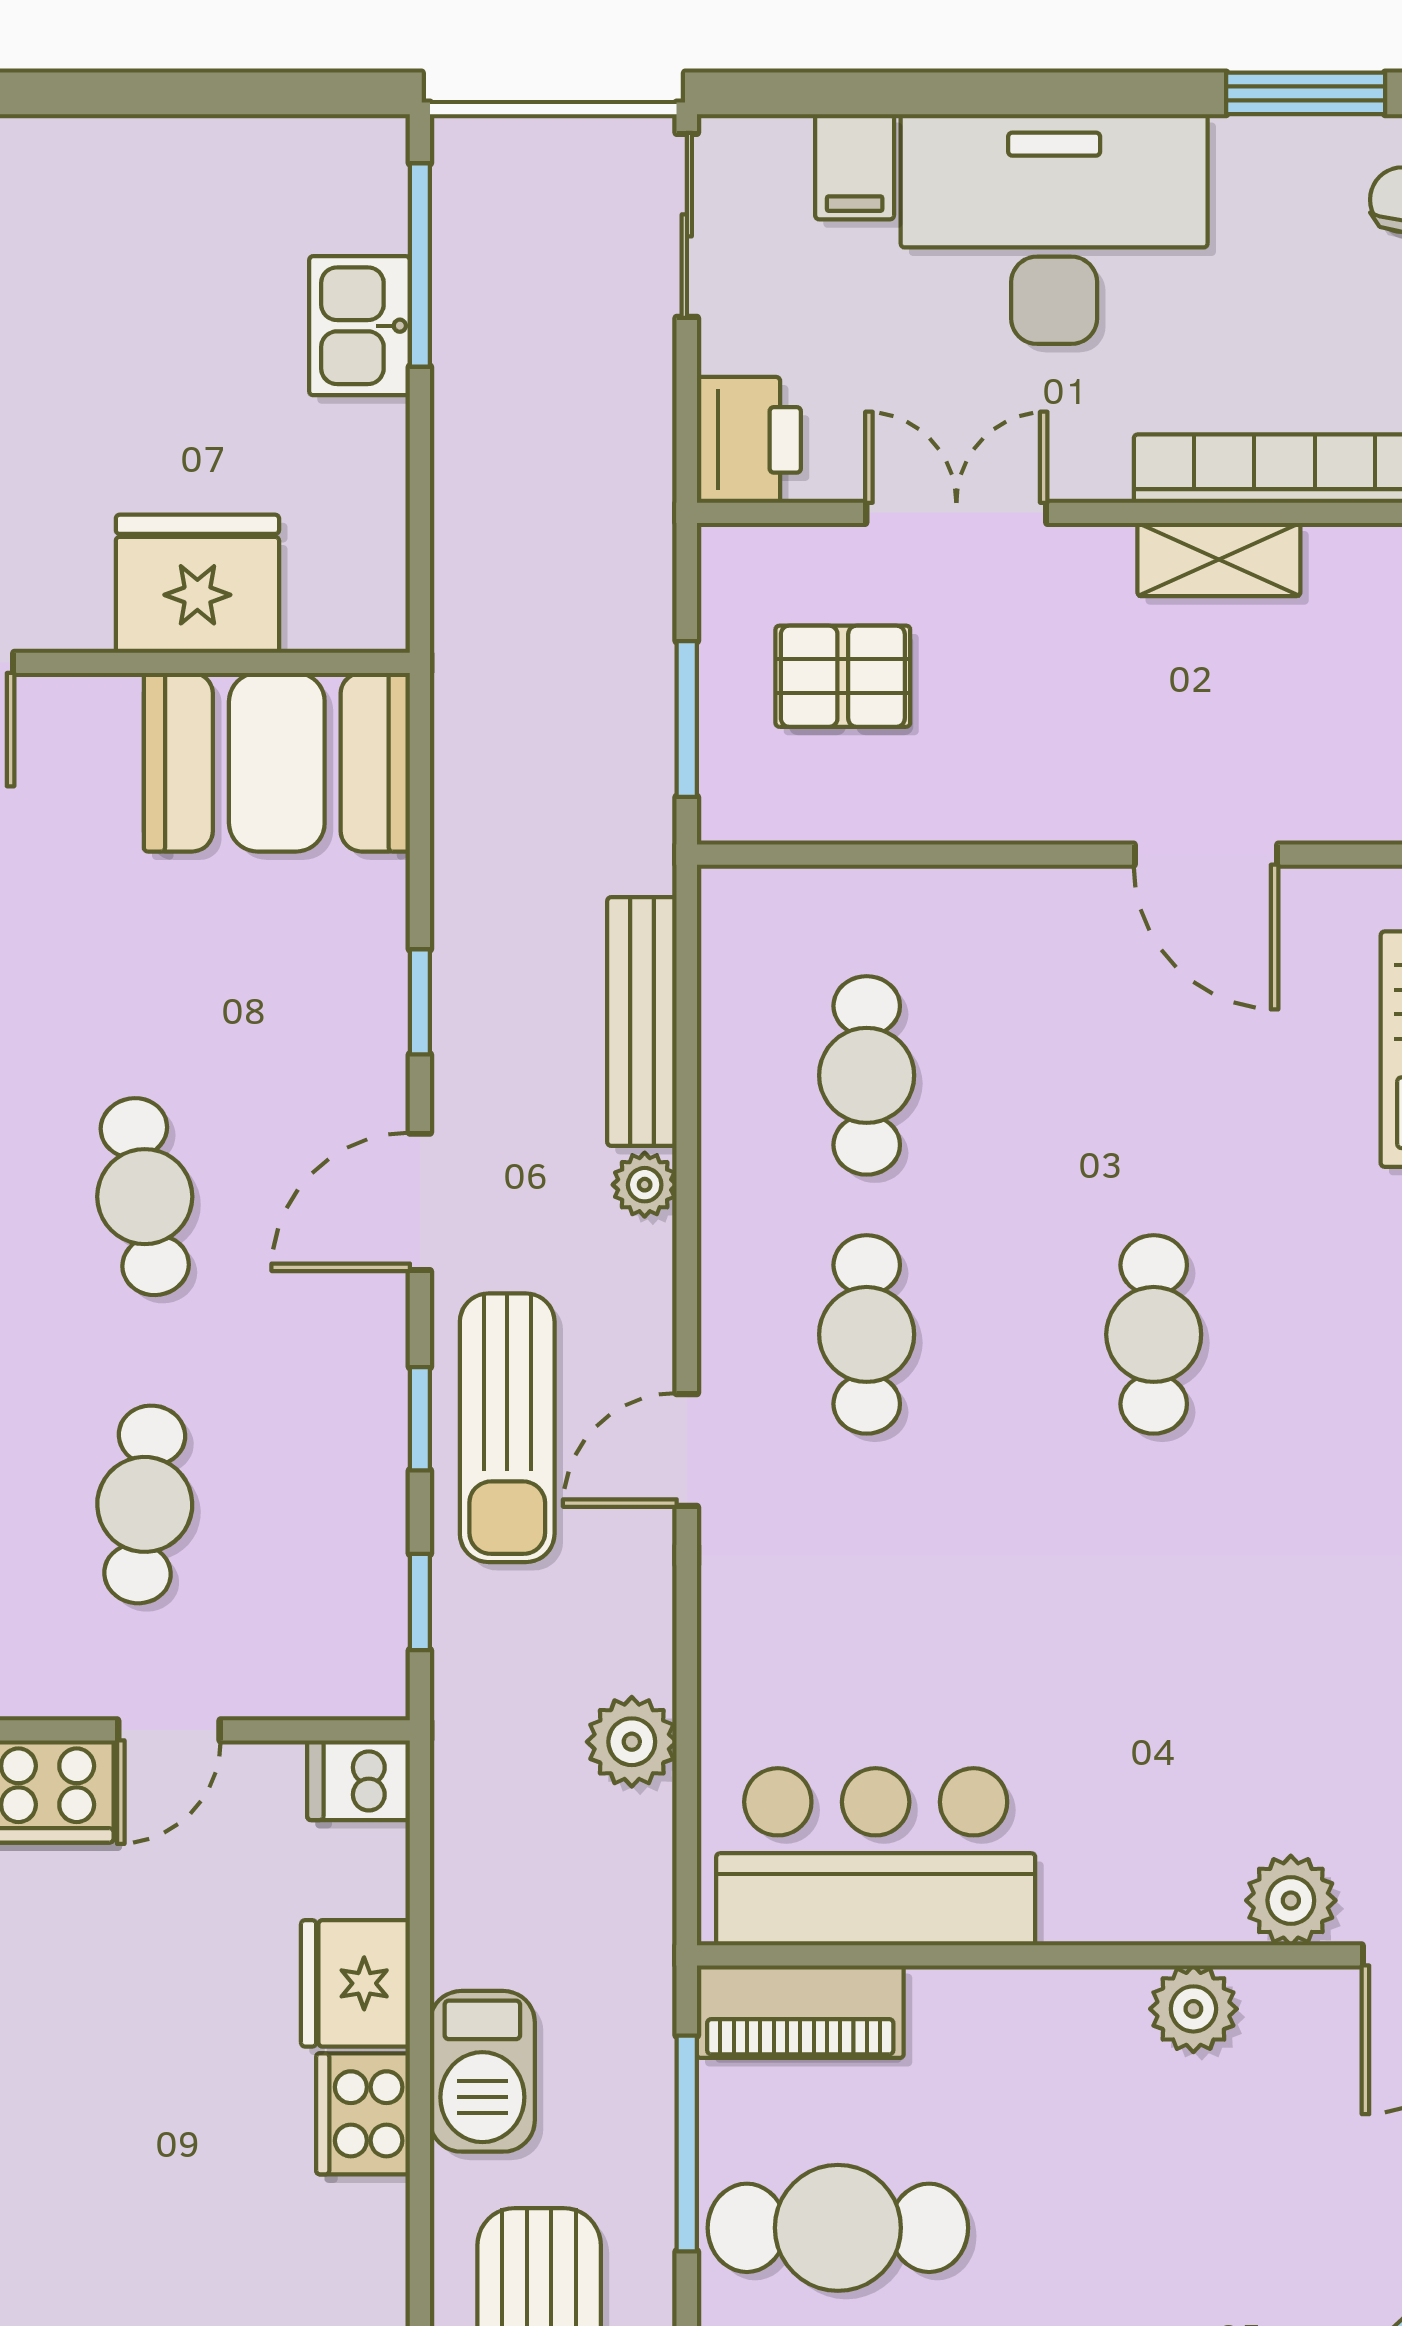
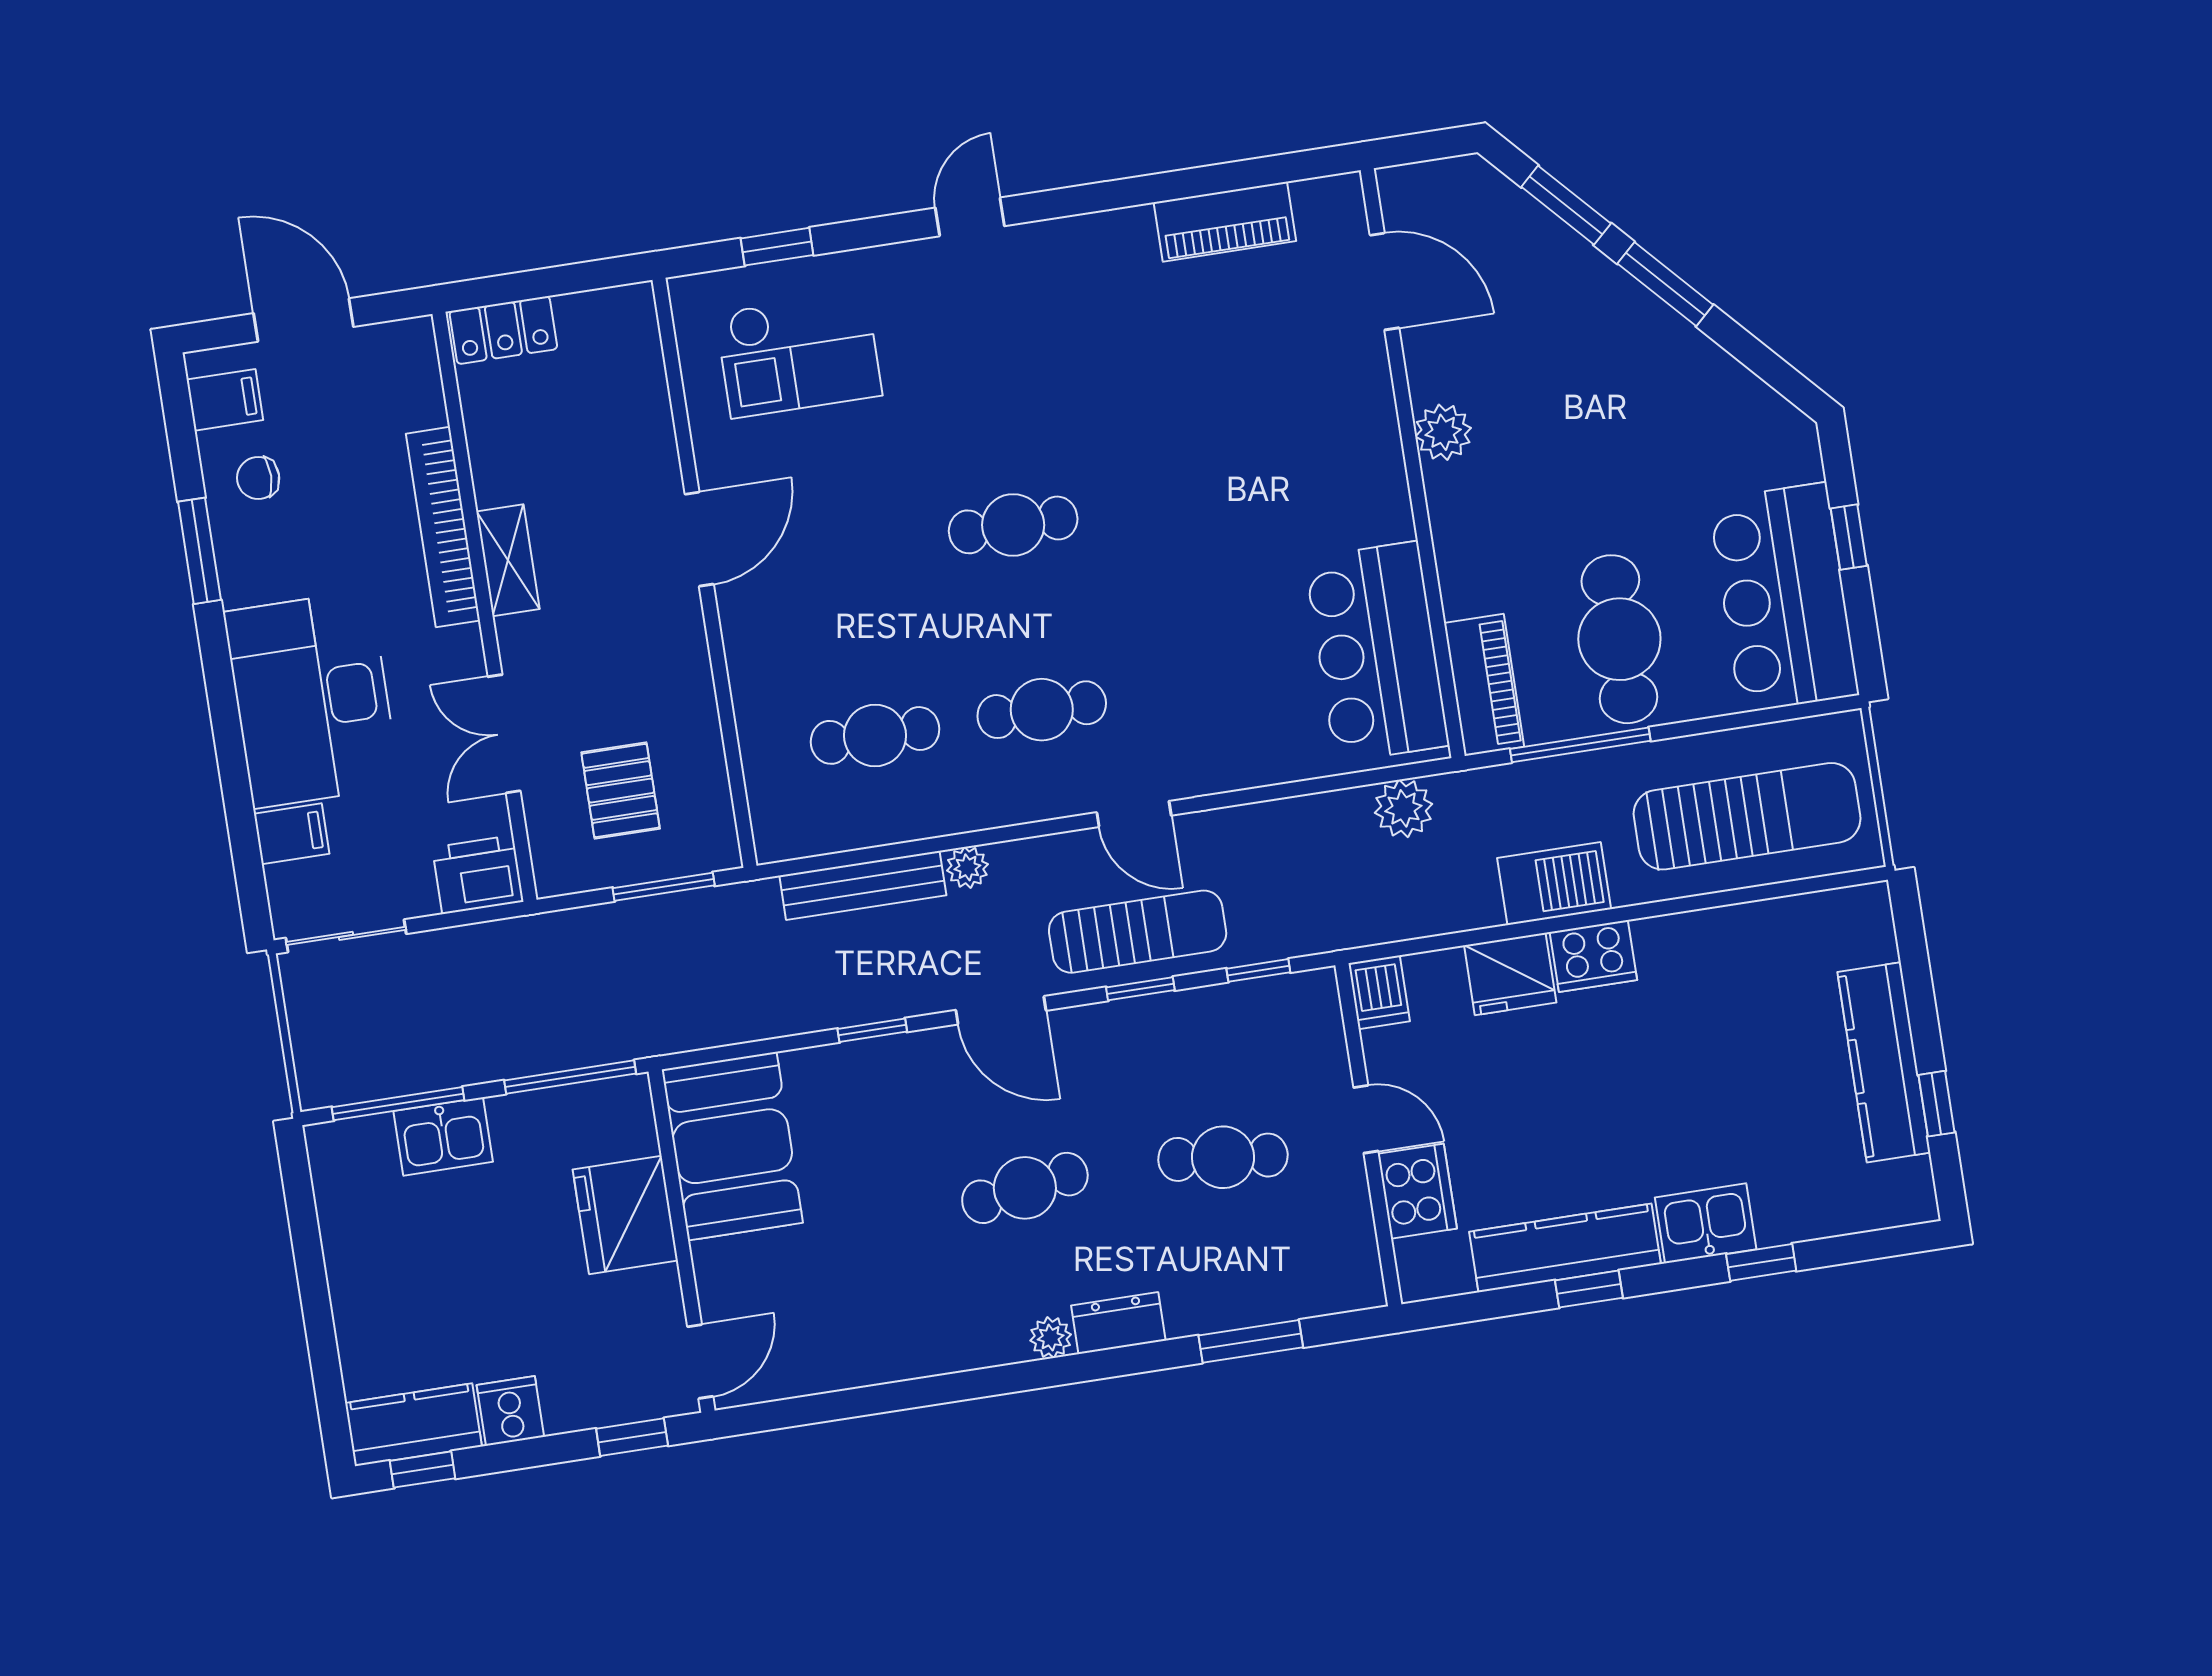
window: (420, 532) -> (570, 1077), added
plant: (632, 1742) -> (1403, 808), moved
plant: (1291, 1900) -> (1364, 380), removed

